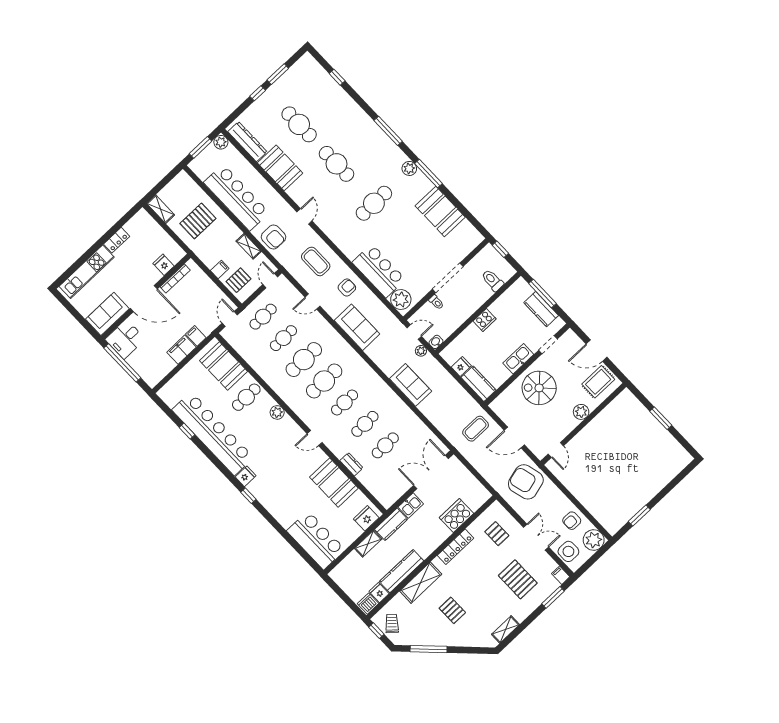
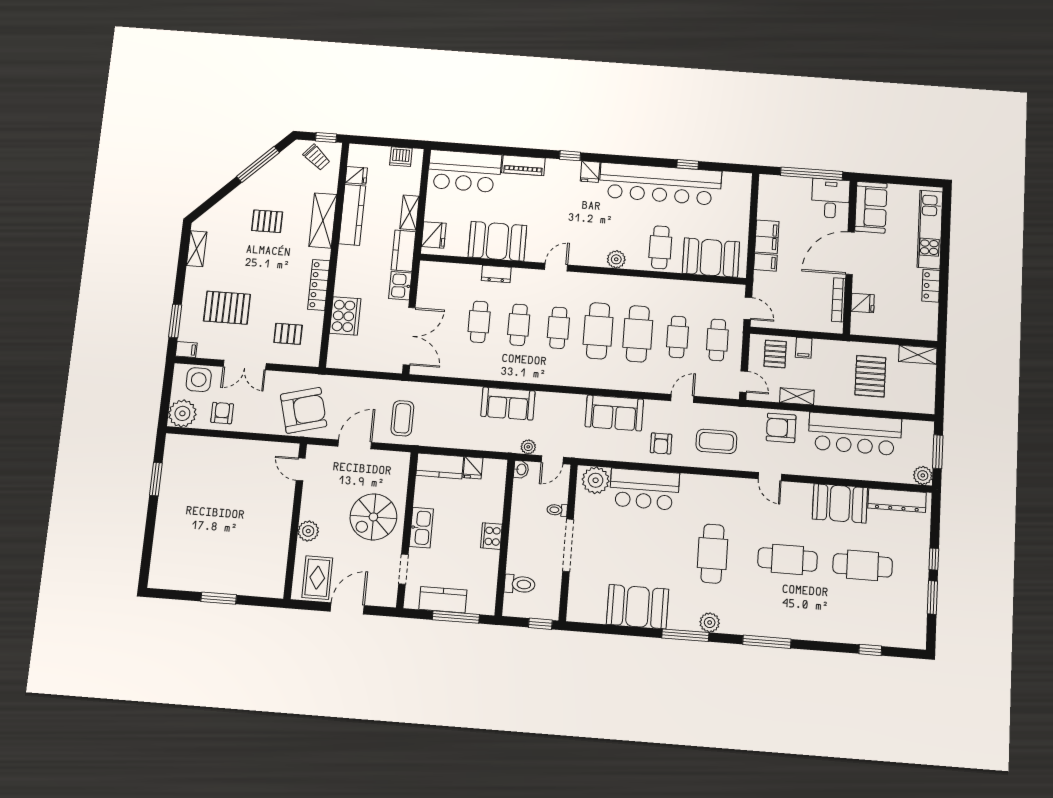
spiral stairs: (539, 388) -> (373, 517), turned 180
piano: (280, 514) -> (523, 165), added
dishwasher: (368, 604) -> (401, 157), moved, turned 90

